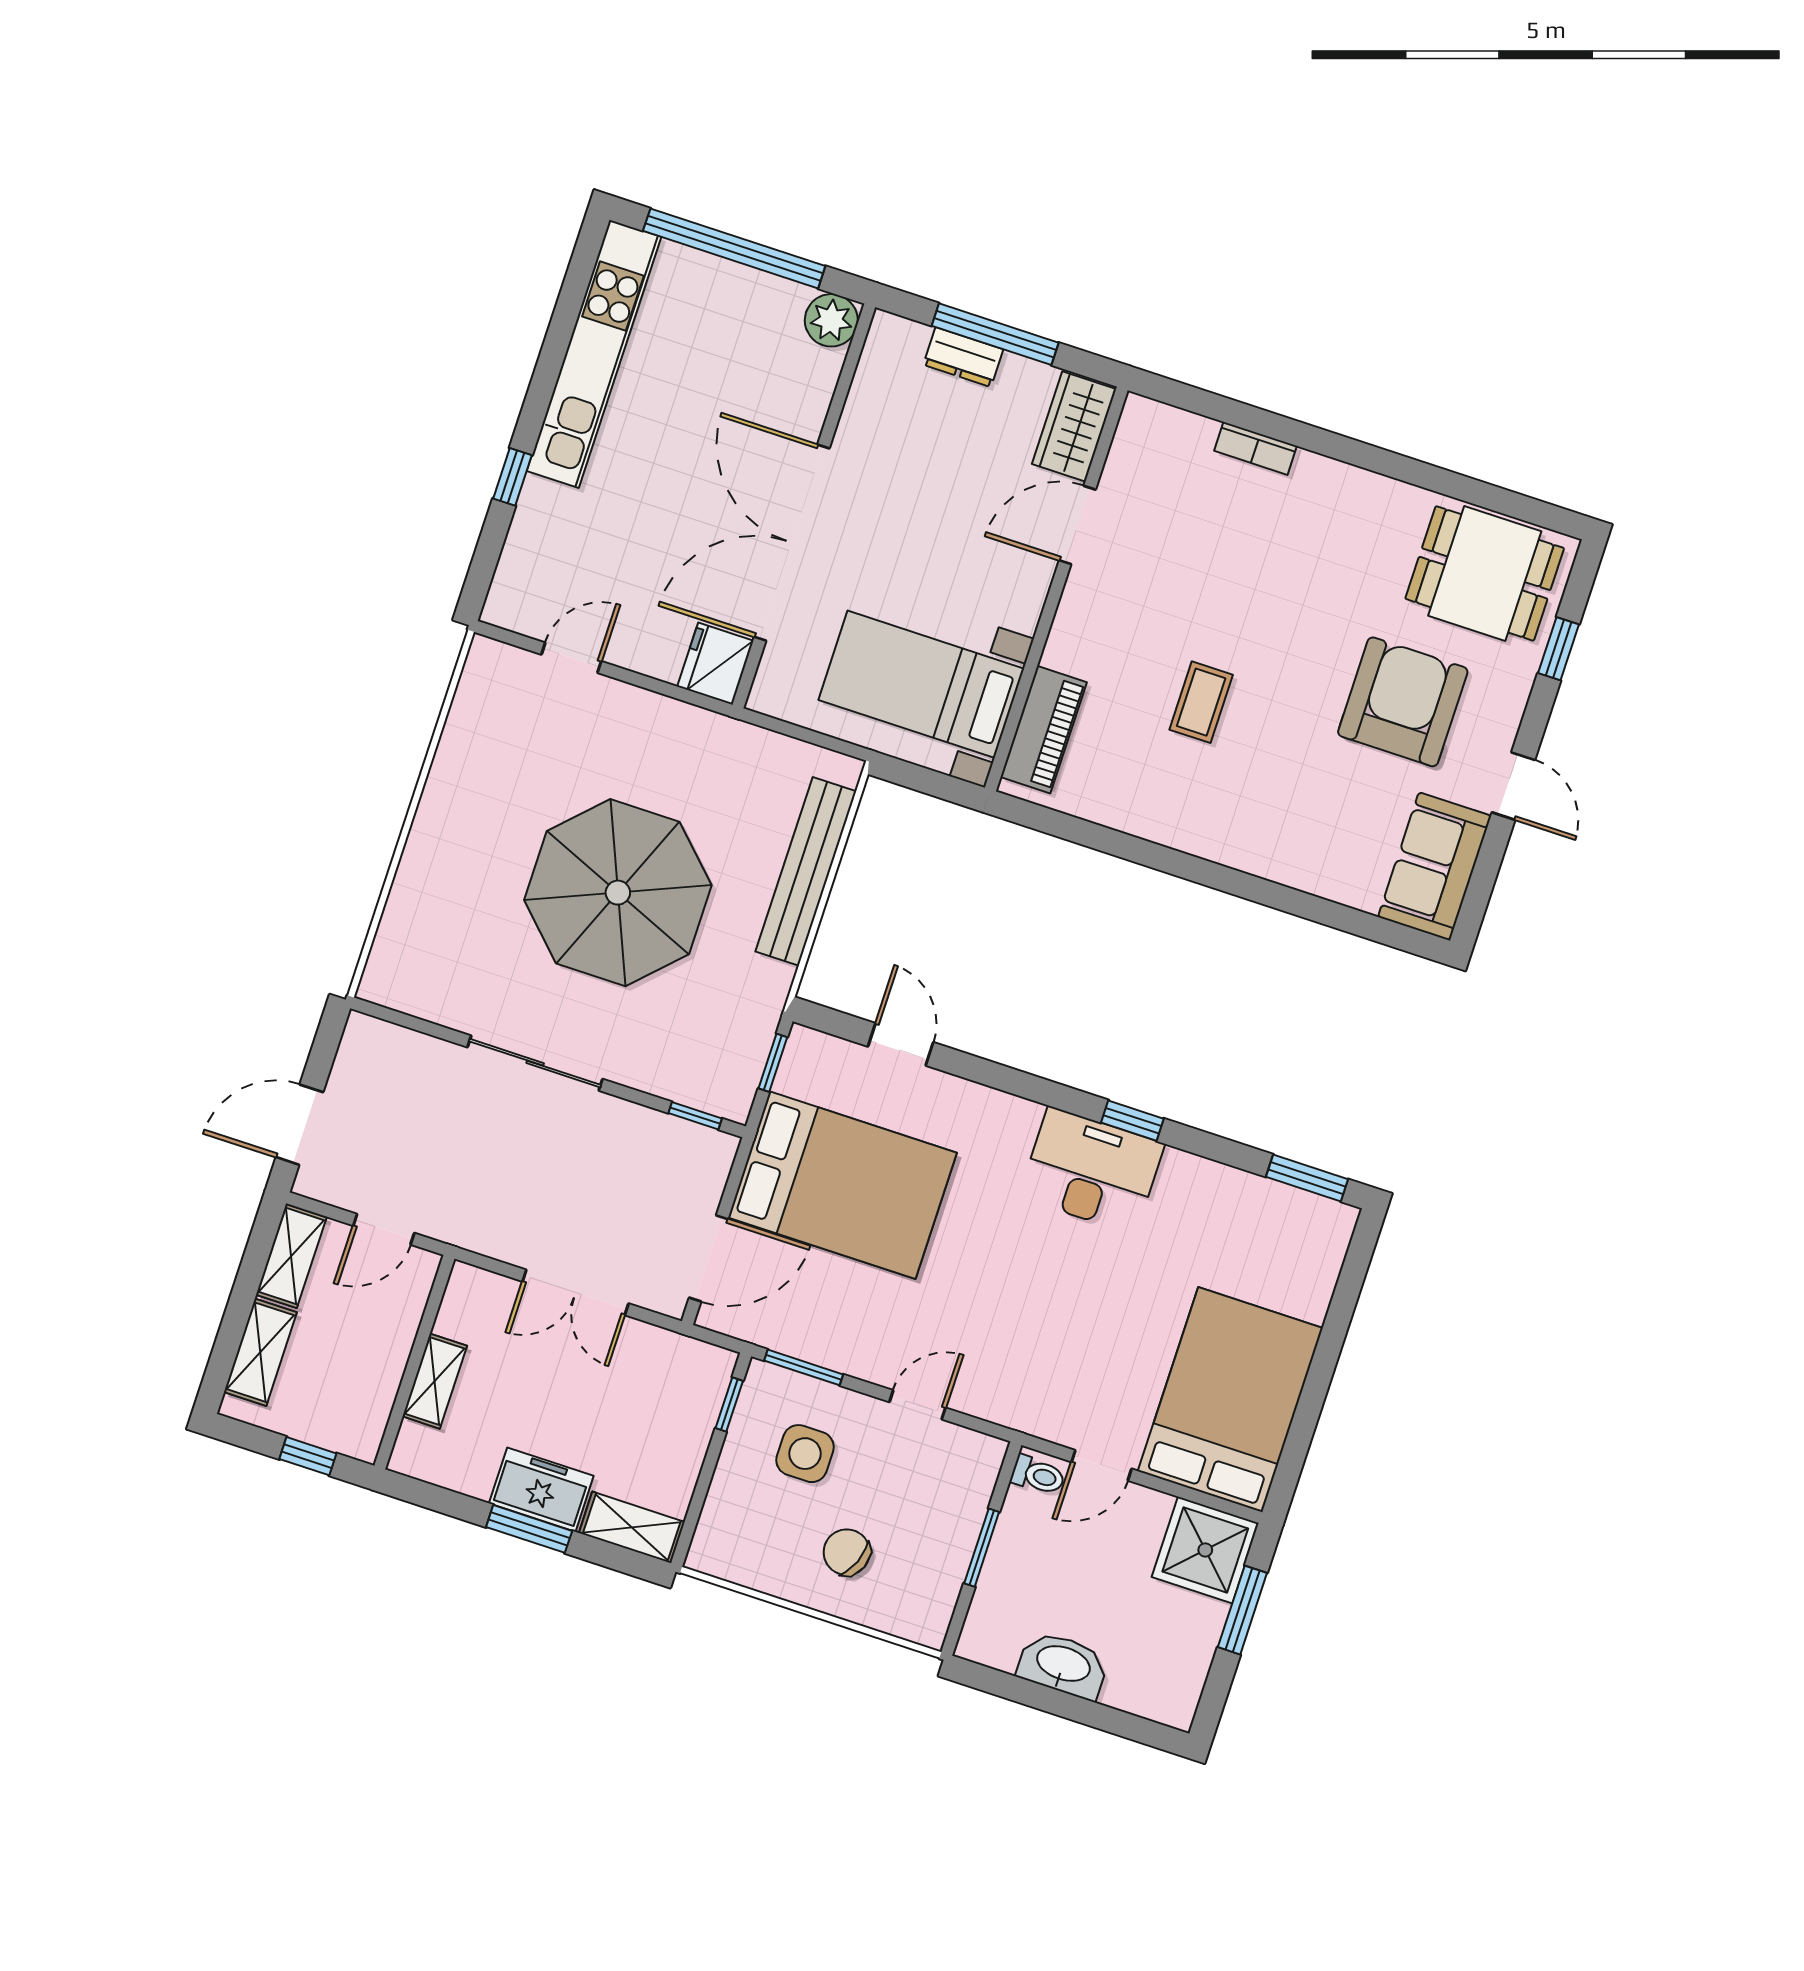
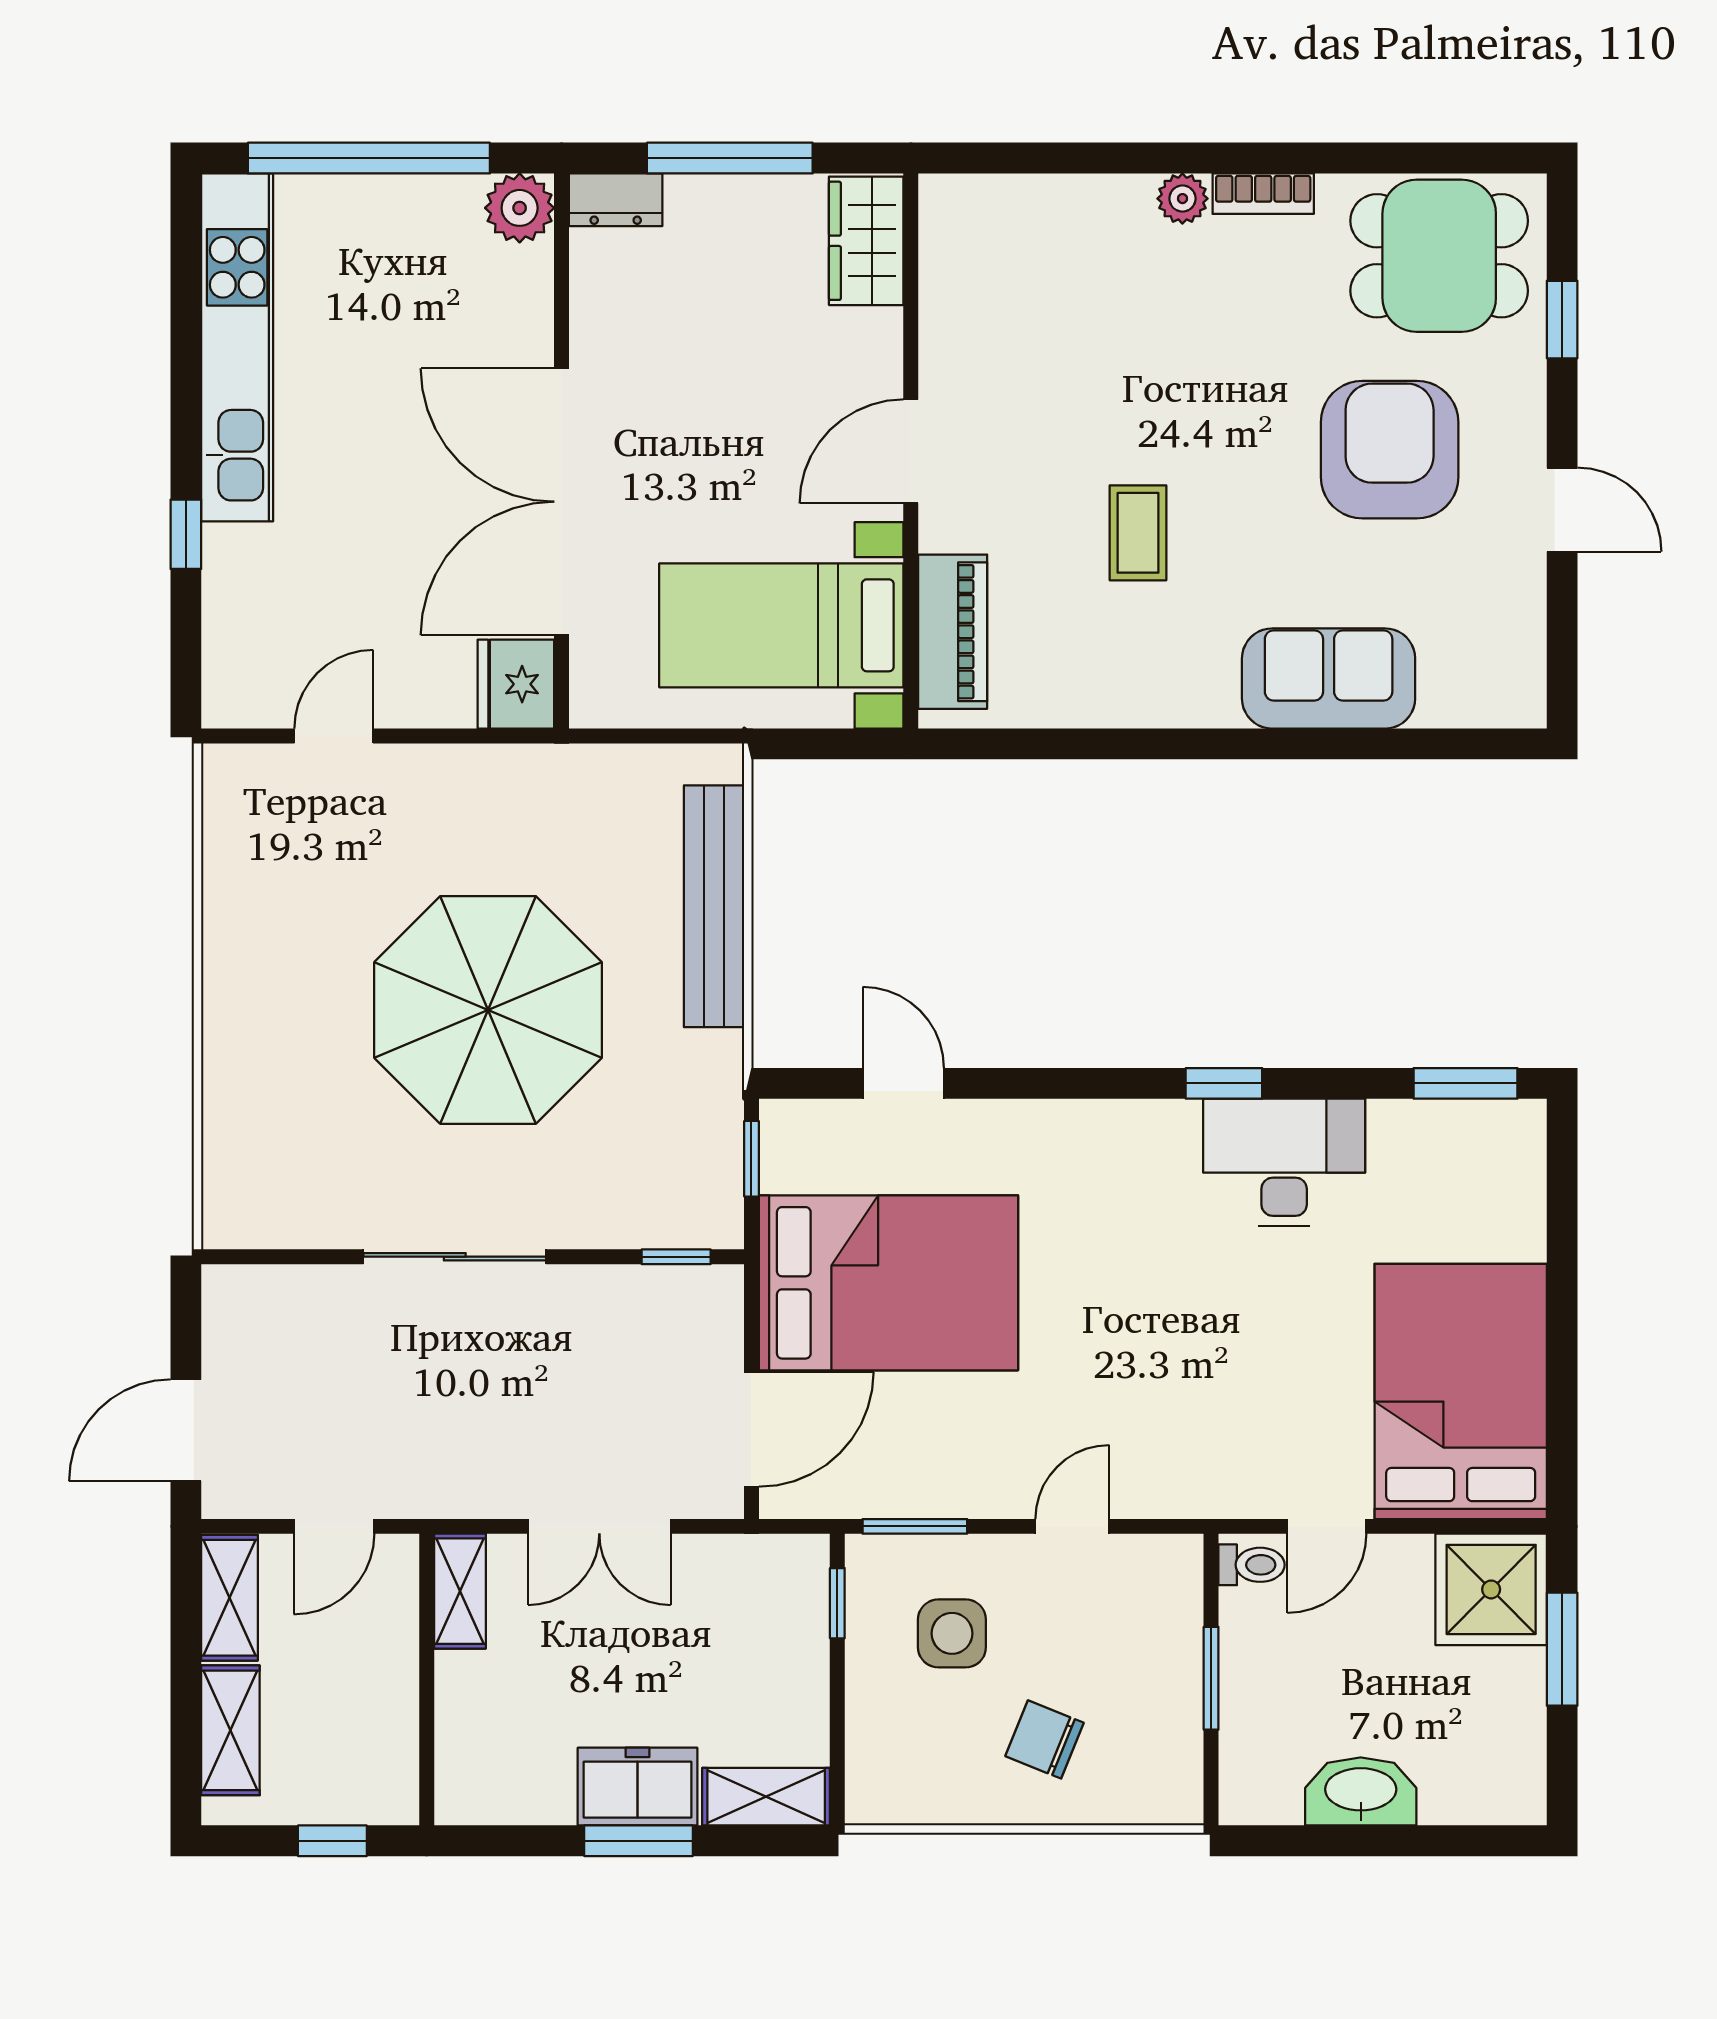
dresser: (963, 357) -> (616, 200), moved
bookcase: (1256, 448) -> (1263, 194), moved
plant: (1313, 471) -> (1182, 199), added
door: (1077, 525) -> (911, 451), moved
sofa: (1435, 866) -> (1329, 678), moved, turned 90
desk: (1092, 1170) -> (1284, 1162), moved
shelving: (435, 1381) -> (460, 1591), moved

